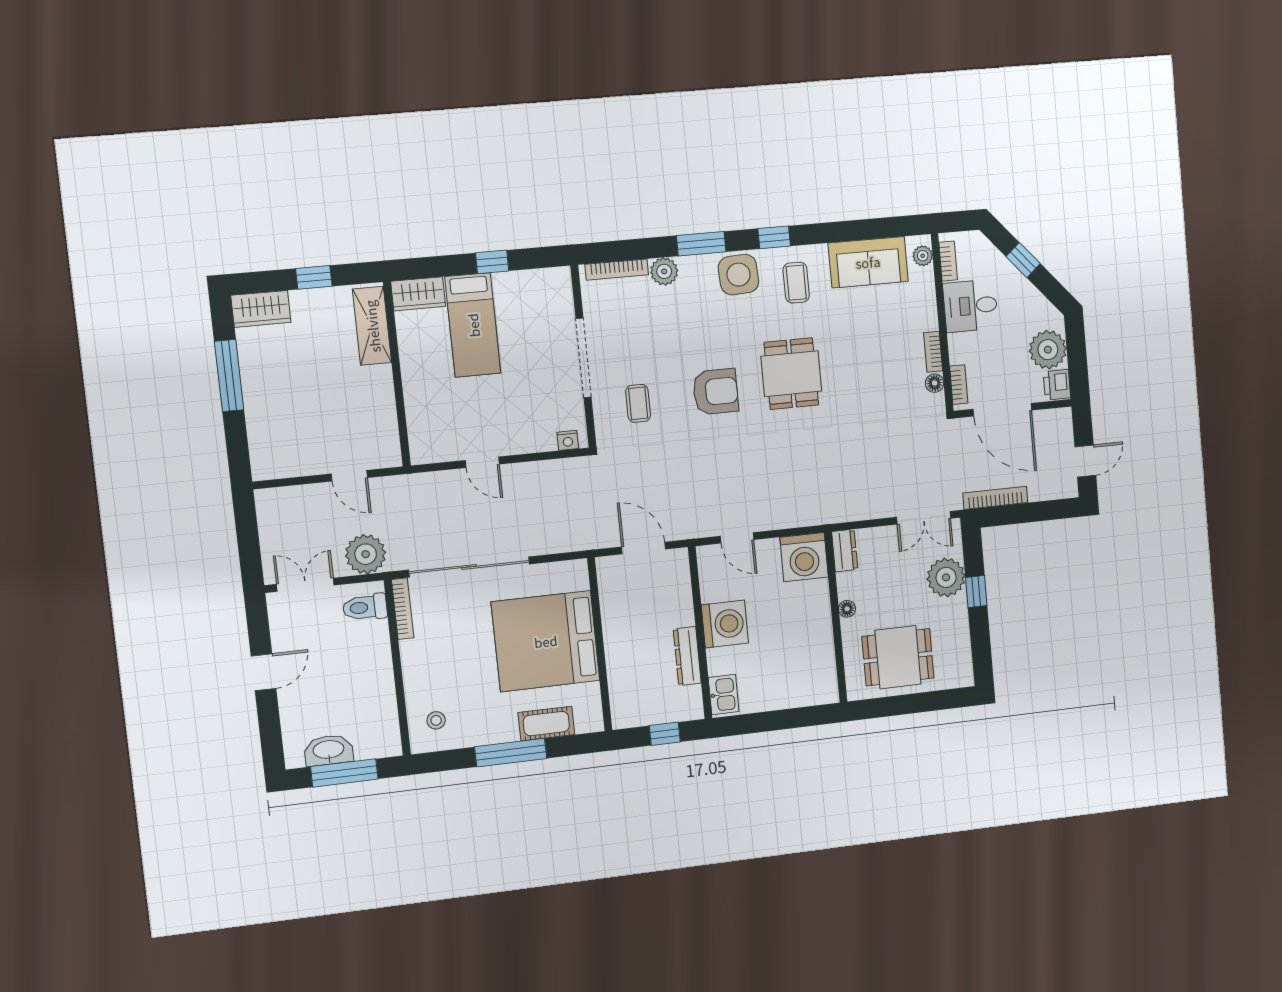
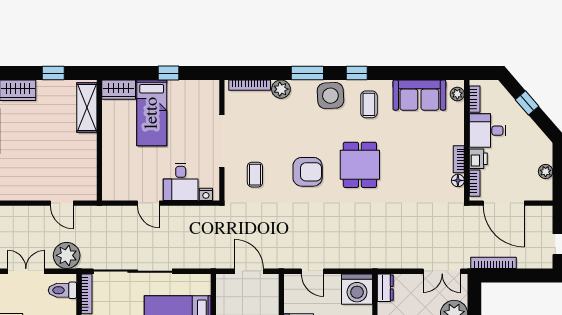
plant: (1048, 350) -> (546, 172), width x0.53, depth x0.53
printer: (1057, 385) -> (478, 159), moved, turned 180
desk: (528, 425) -> (181, 182), added

